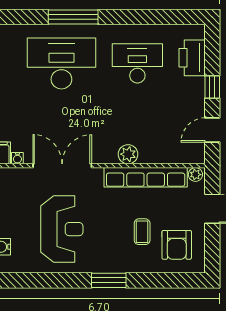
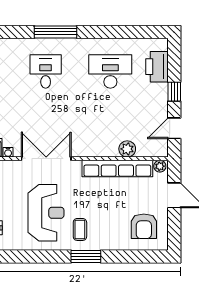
desk: (61, 63) -> (46, 71), width x0.53, depth x0.77
plant: (128, 154) -> (127, 149), moved
coffee table: (142, 232) -> (80, 229), moved

